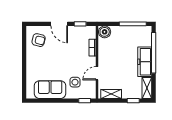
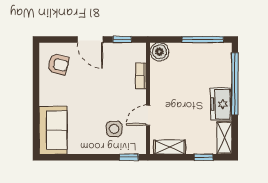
freezer: (145, 62) -> (221, 104), width x0.71
sofa: (50, 90) -> (53, 130), moved, turned 90

